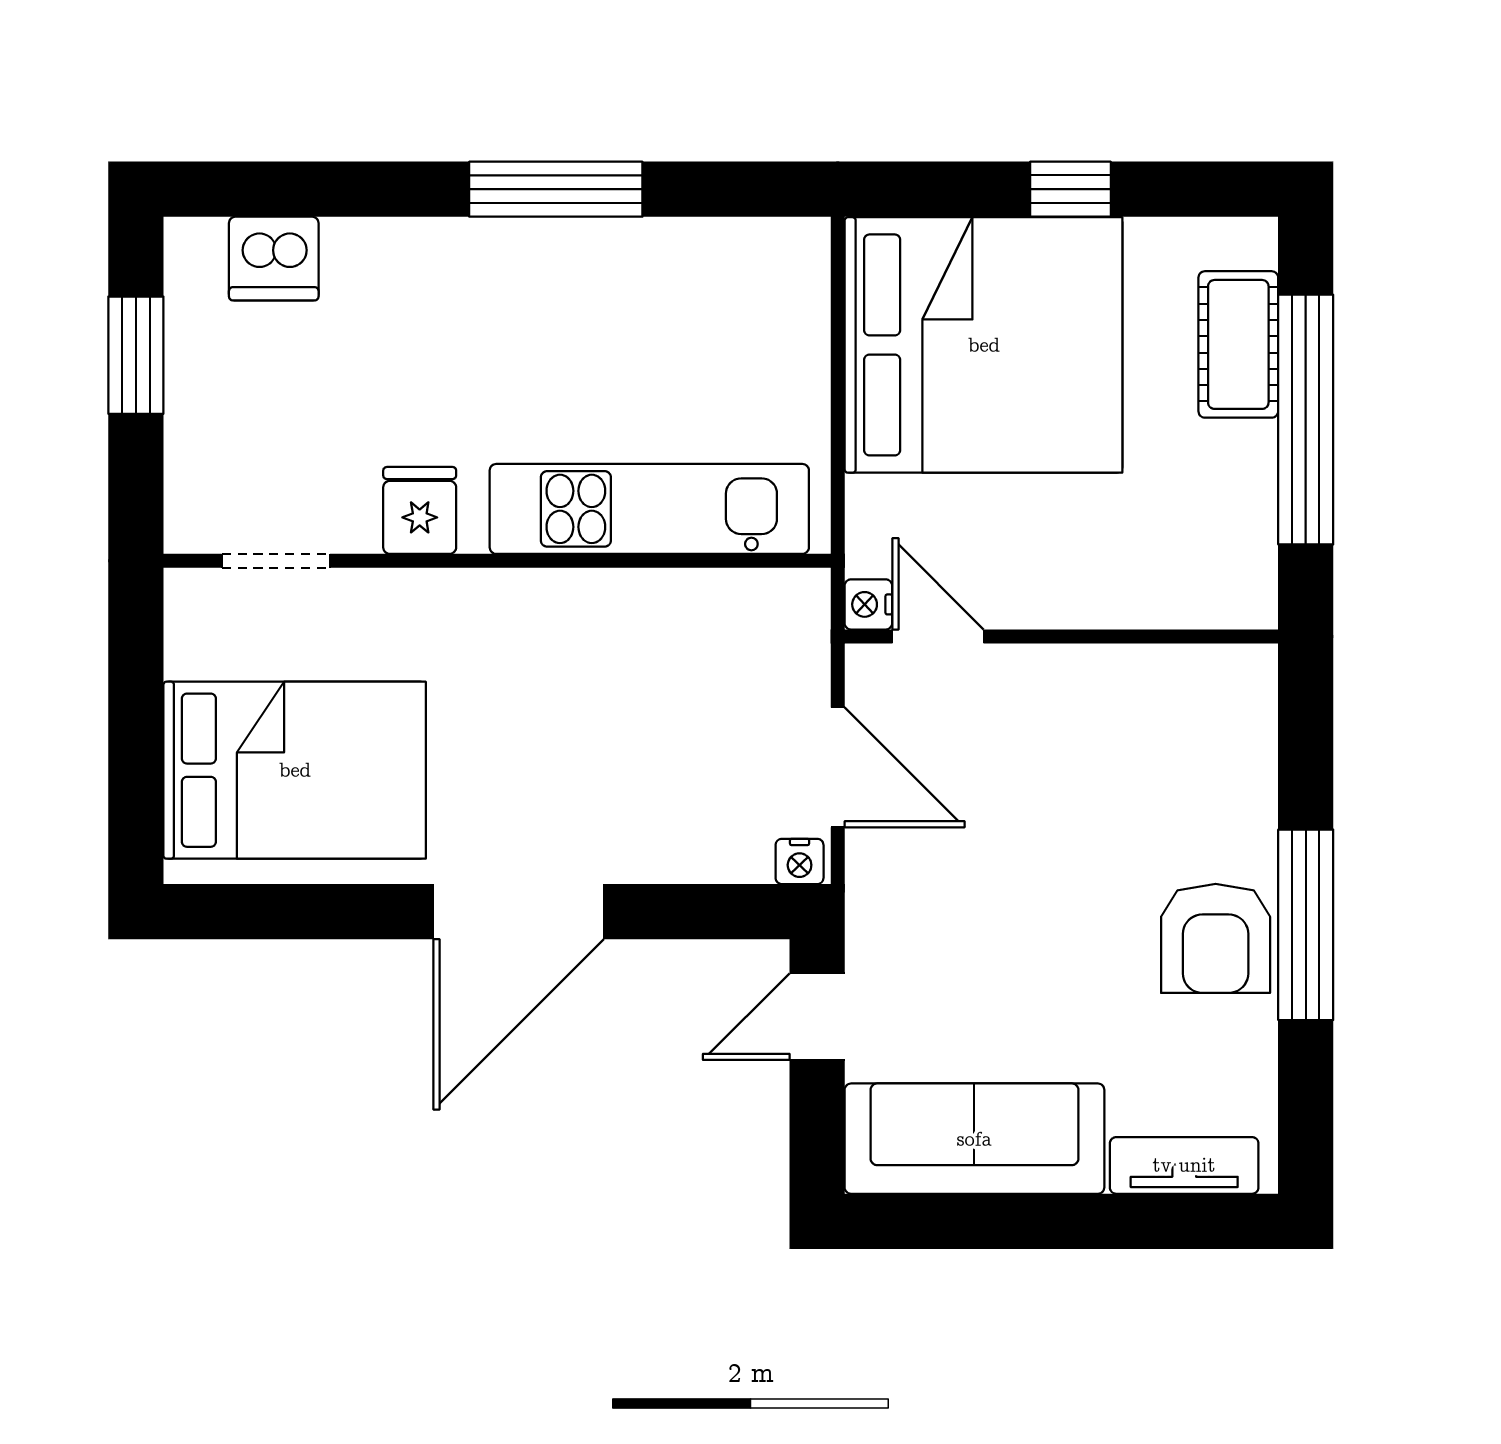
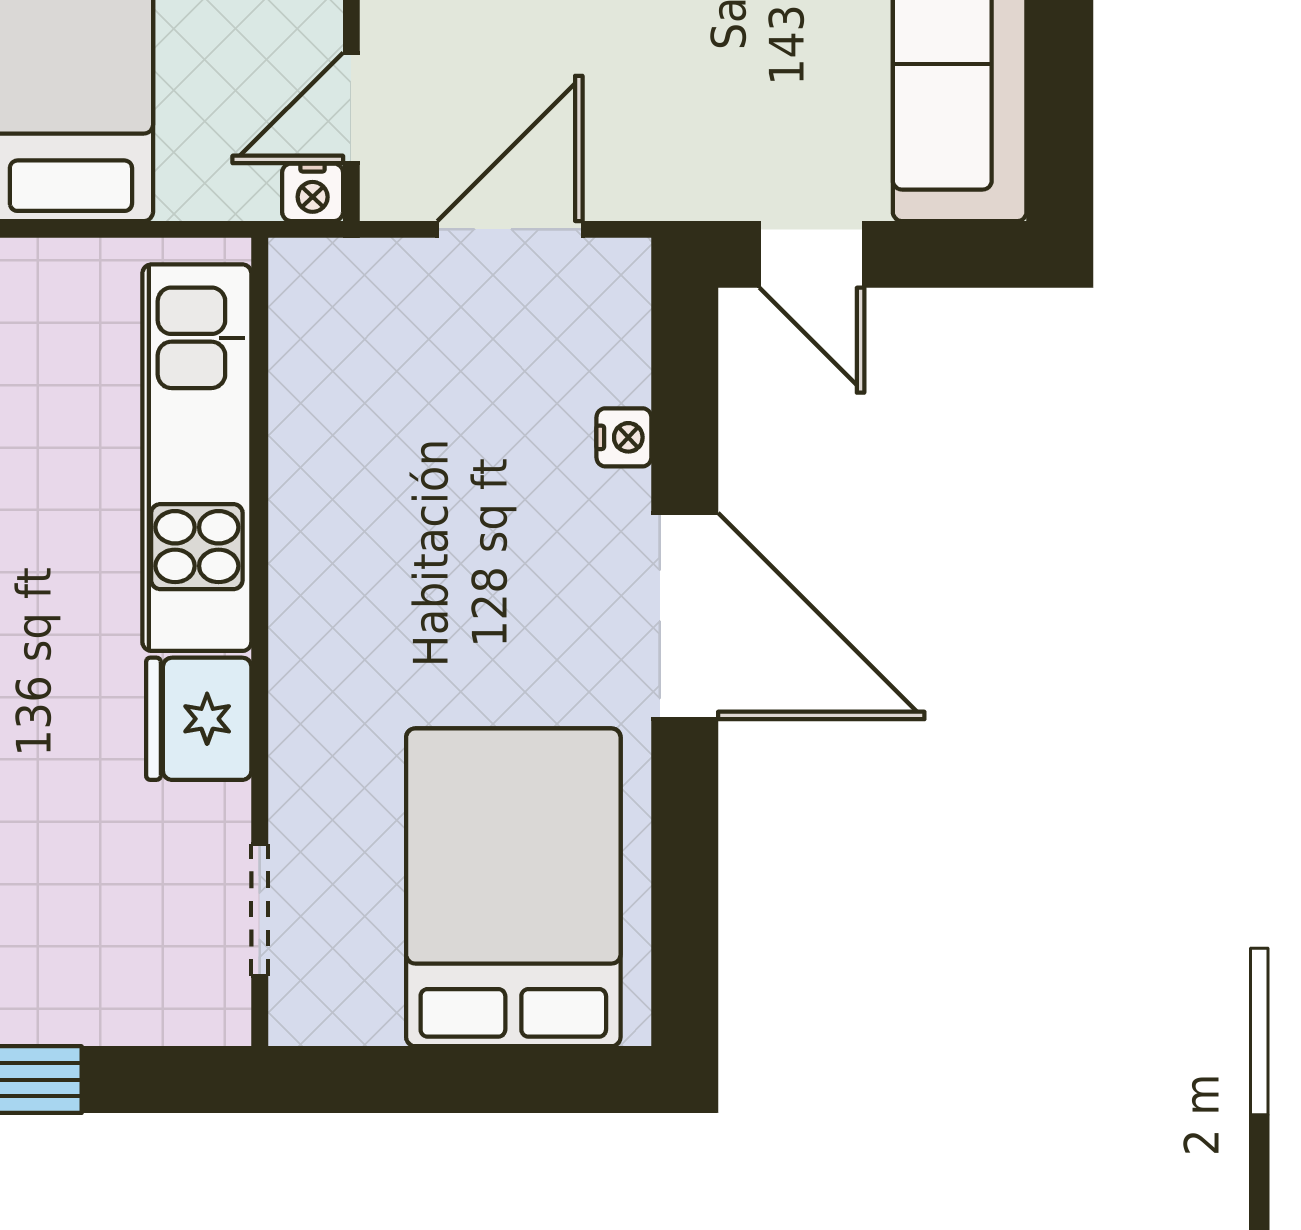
fridge: (420, 510) -> (199, 719), width x1.38
nightstand: (800, 861) -> (624, 437), moved

